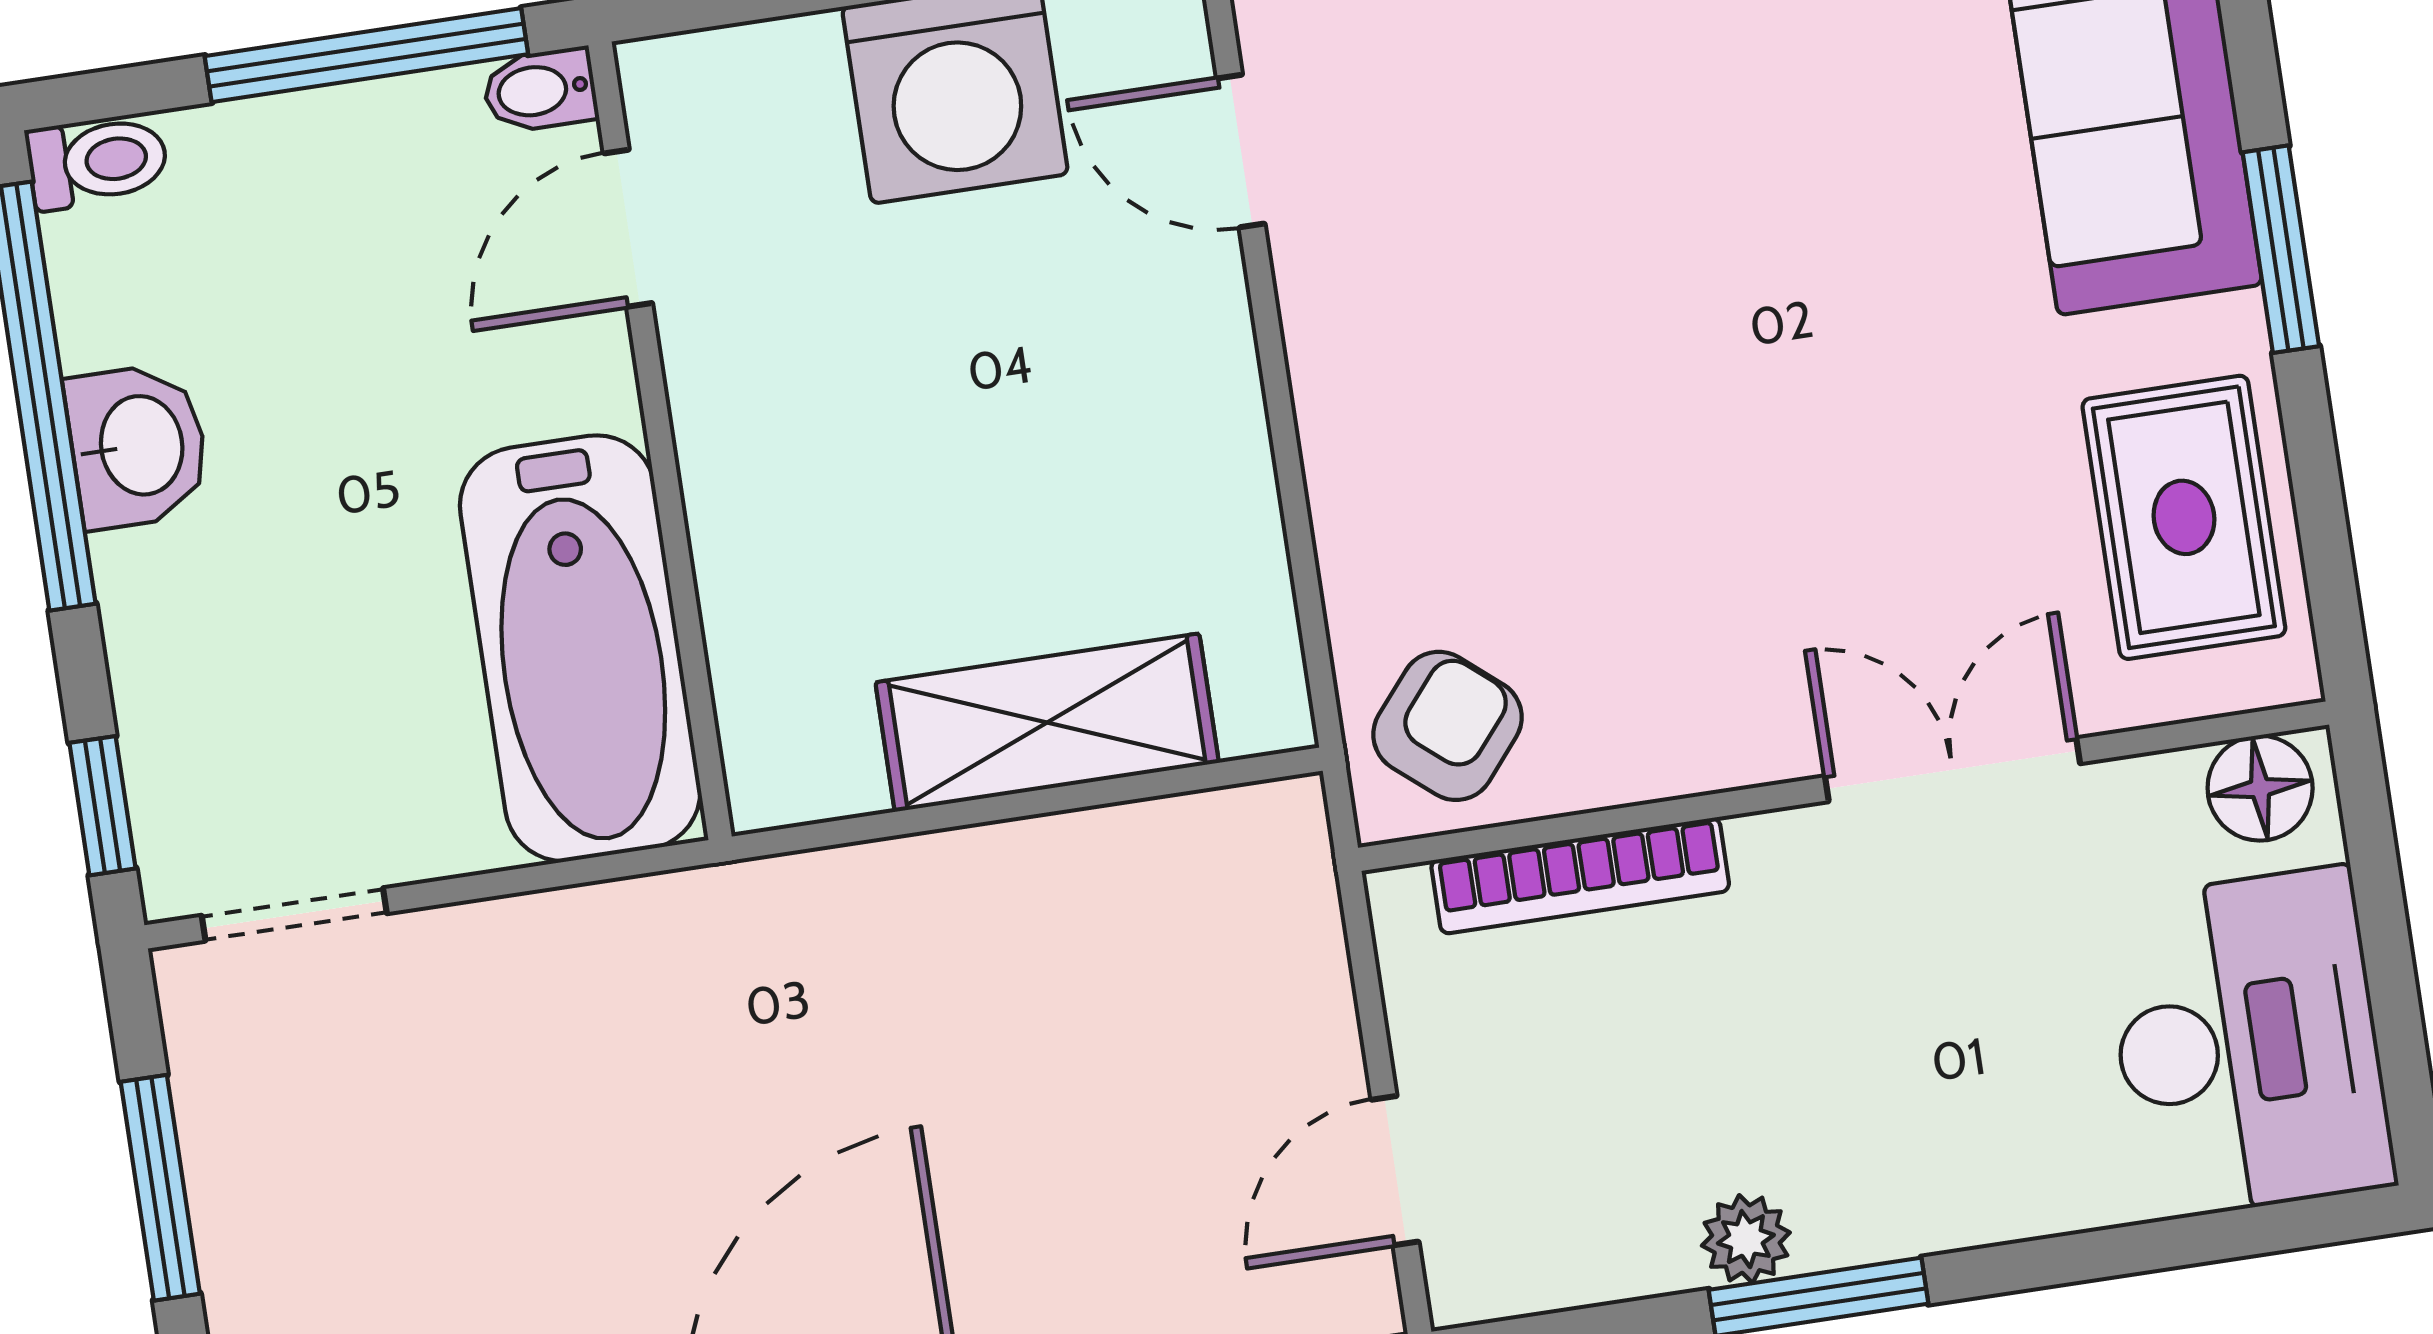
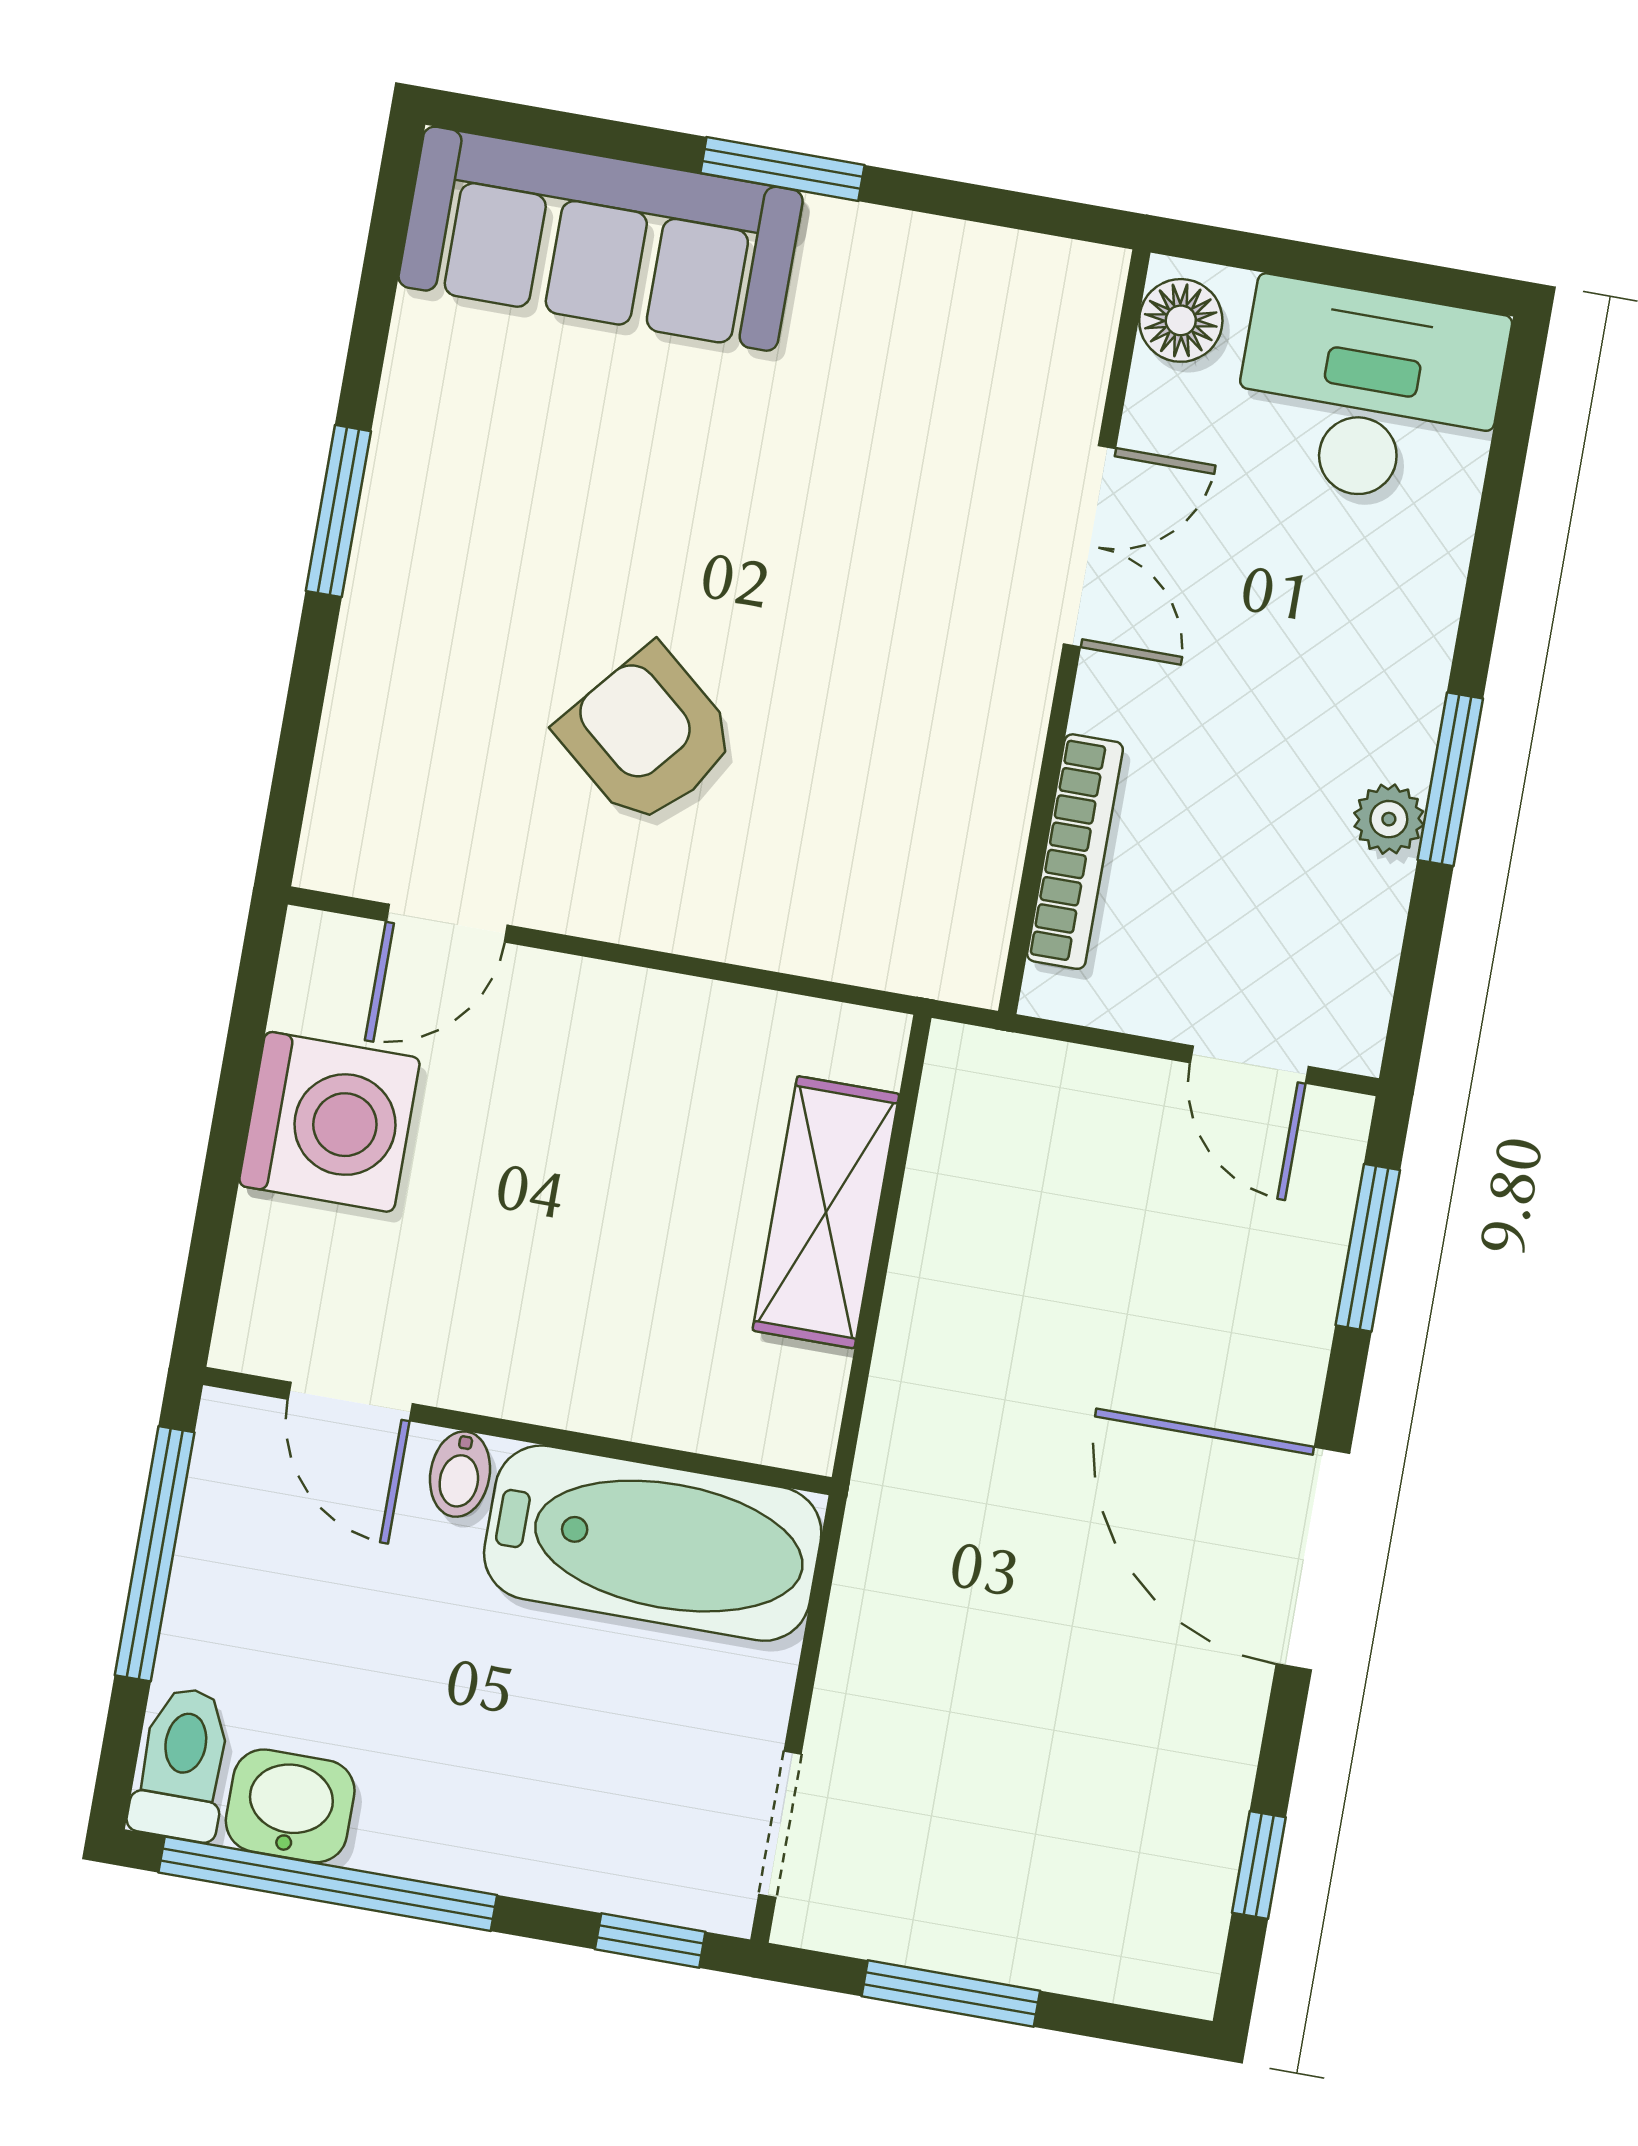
bidet: (540, 90) -> (460, 1474), moved
toilet: (97, 162) -> (182, 1764), width x1.37, depth x1.39
washbasin: (138, 446) -> (290, 1806), moved
rug: (2184, 517) -> (959, 309), removed
armchair: (1447, 726) -> (648, 736), moved, width x1.38, depth x1.38
double door: (1952, 770) -> (1089, 546), swing flipped

